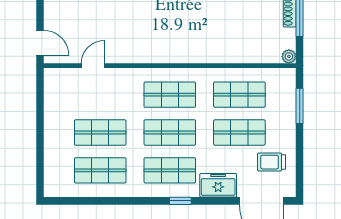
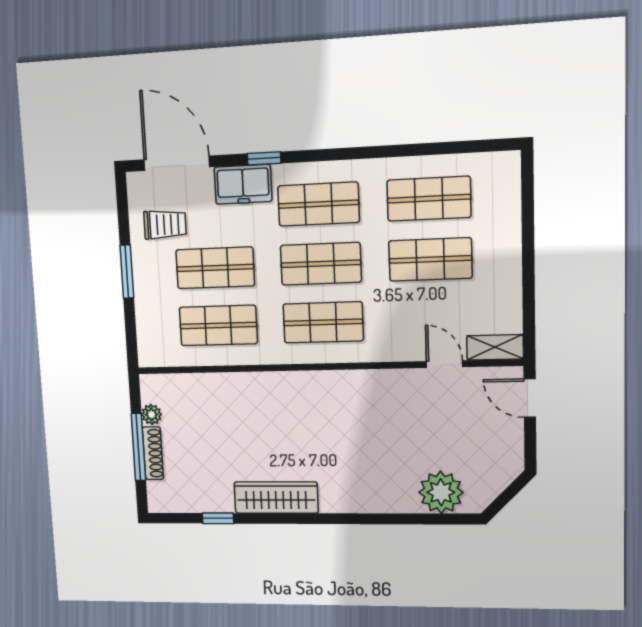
plant: (289, 56) -> (151, 414), moved
door: (93, 66) -> (444, 364), swing flipped
shelving: (61, 76) -> (495, 347), added
window: (300, 106) -> (127, 272), moved
window: (180, 201) -> (264, 158), moved

